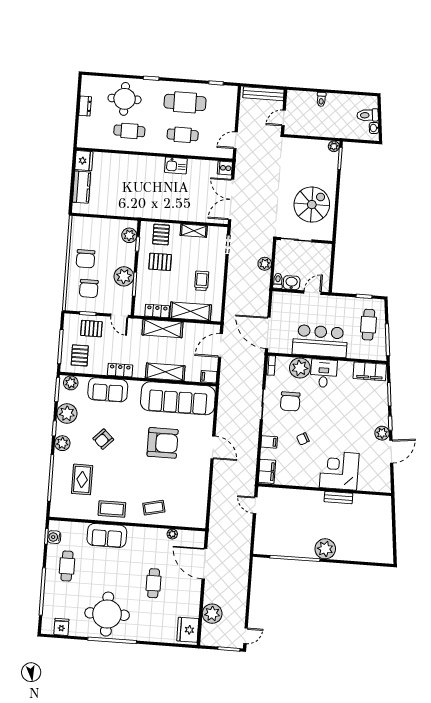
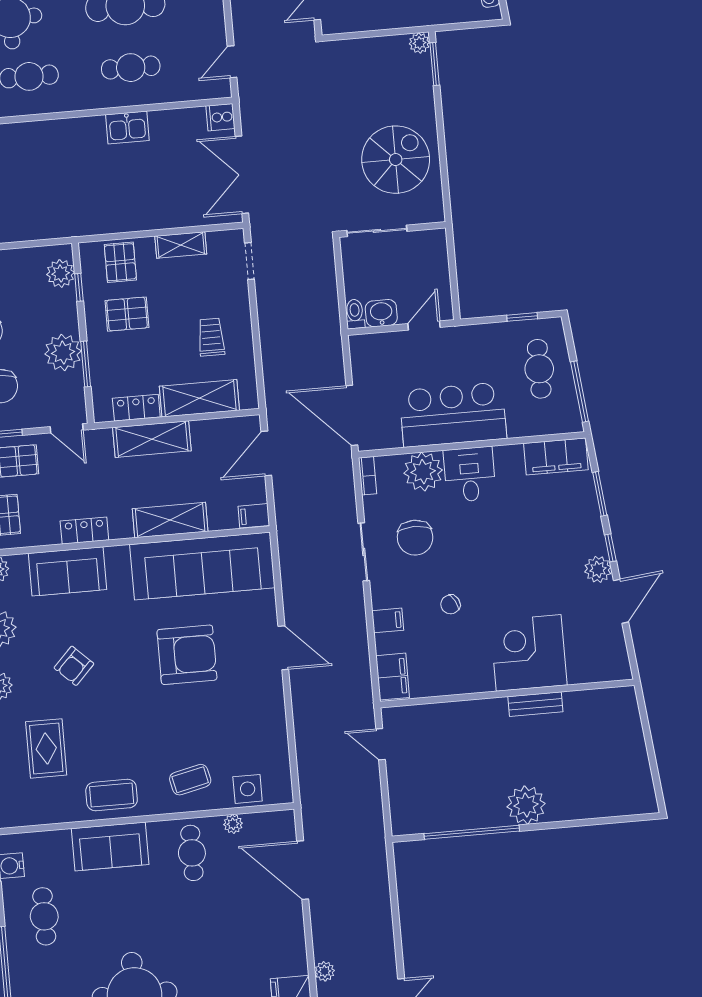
plant: (265, 264) -> (325, 286), removed
side table: (183, 517) -> (248, 789), added
cafe table: (154, 583) -> (192, 853), moved
plant: (212, 614) -> (325, 971), width x0.53, depth x0.53

